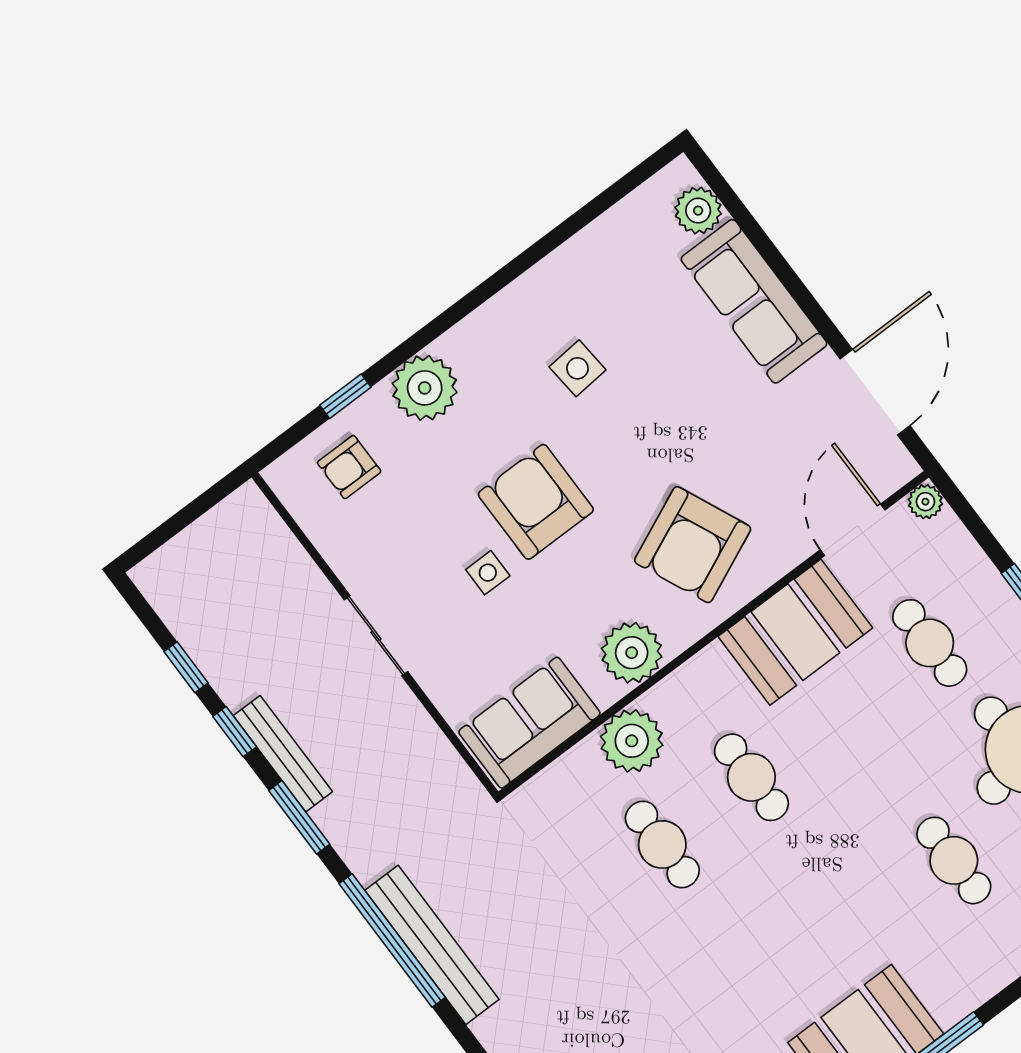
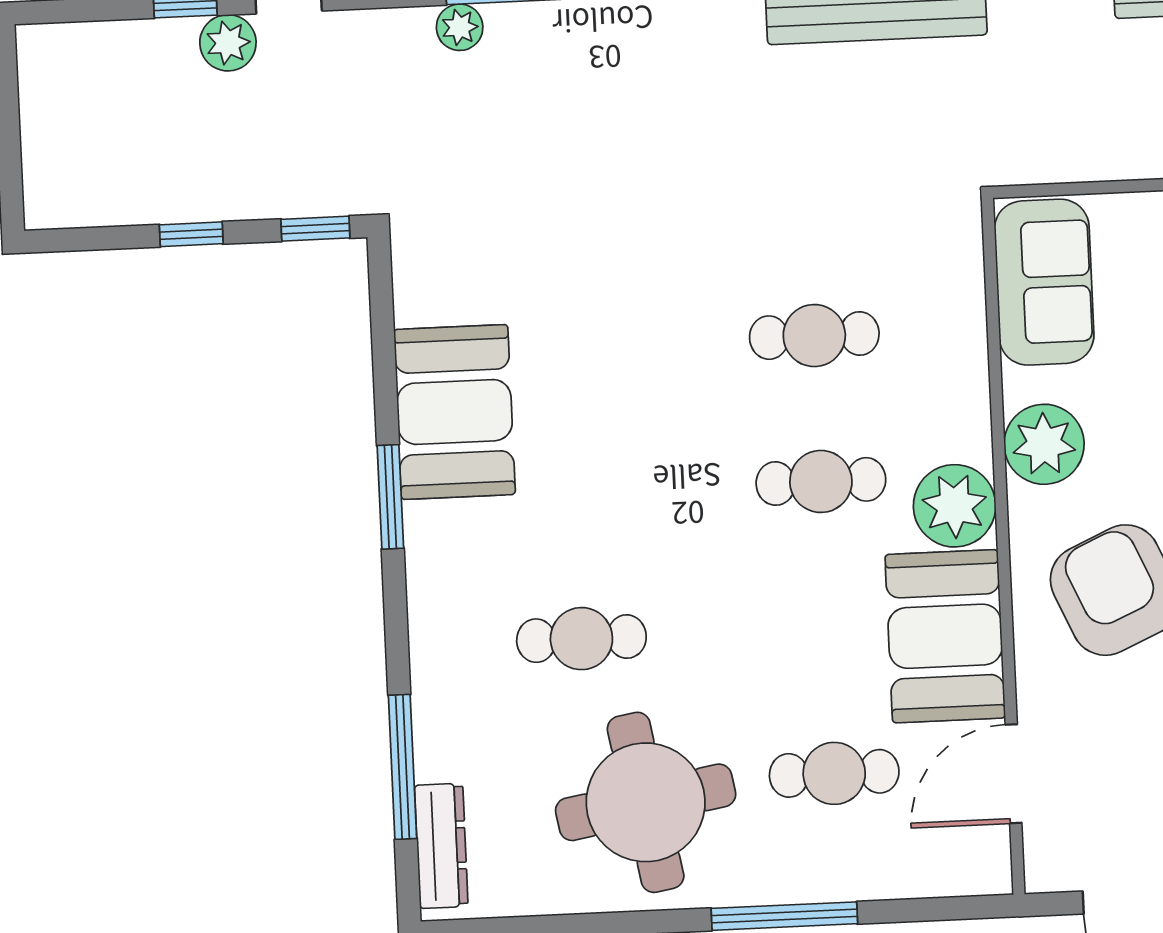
plant: (925, 502) -> (990, 873), removed
door: (853, 530) -> (1013, 774), swing flipped
plant: (632, 741) -> (955, 506), moved

